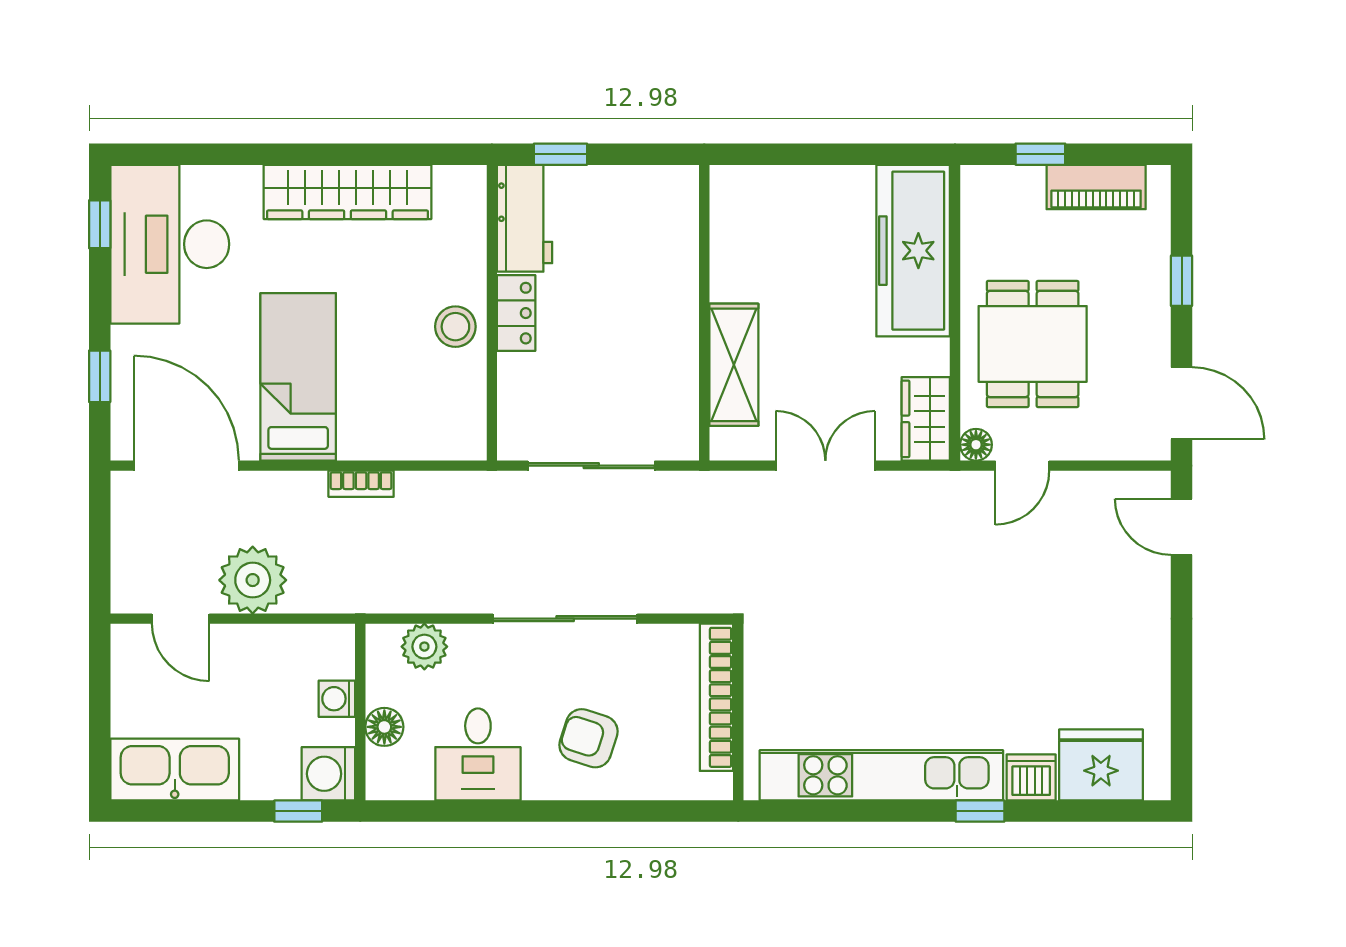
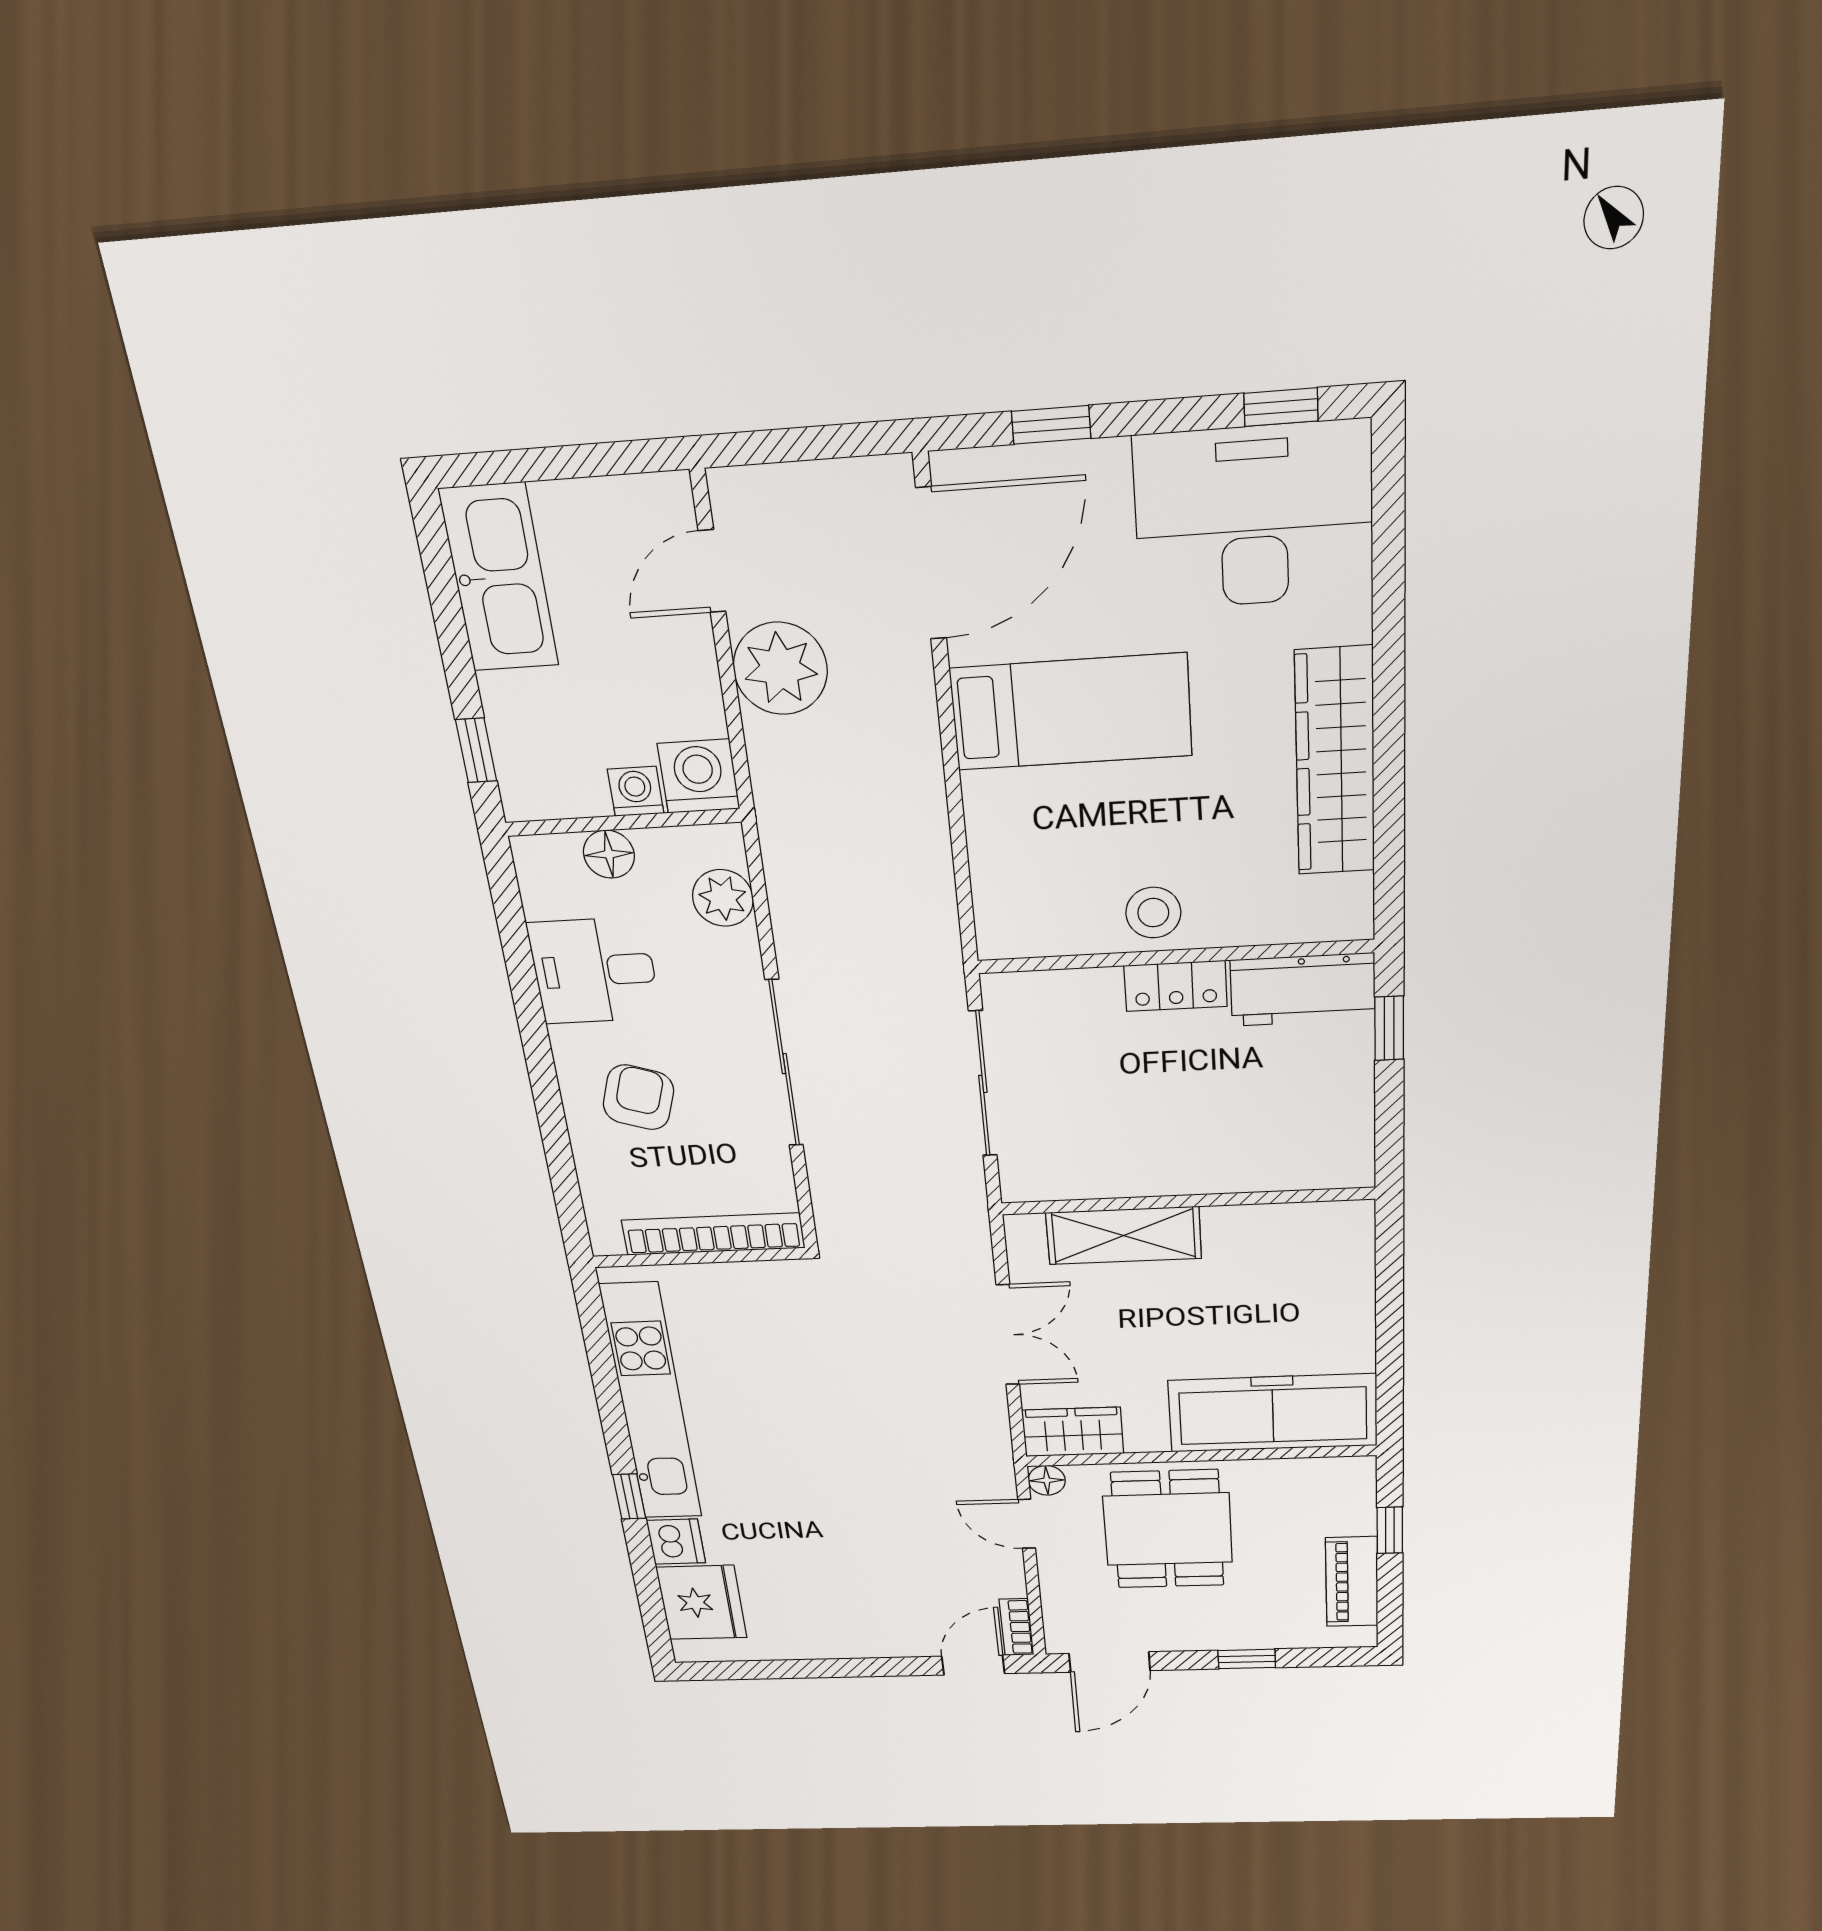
dining table: (1033, 344) -> (1168, 1529), turned 90
bookcase: (361, 484) -> (1017, 1627), moved
washing machine: (328, 774) -> (699, 776), moved

